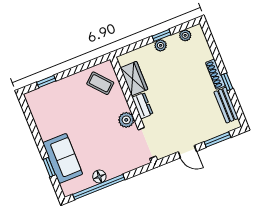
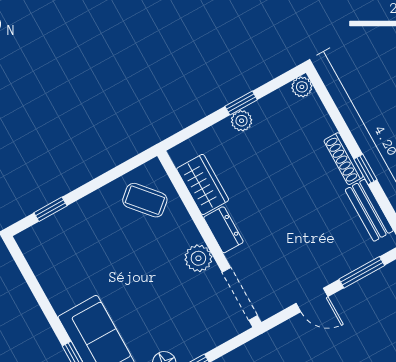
plant: (185, 35) -> (302, 87), moved

